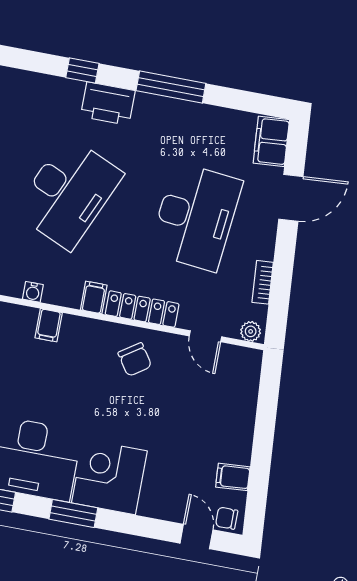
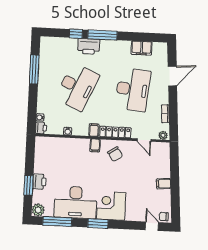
window: (171, 87) -> (102, 35), moved
filing cabinet: (271, 141) -> (142, 48), moved, turned -86
filing cabinet: (49, 325) -> (95, 145), moved
filing cabinet: (233, 477) -> (164, 184), moved

